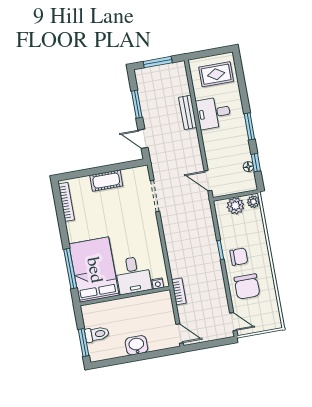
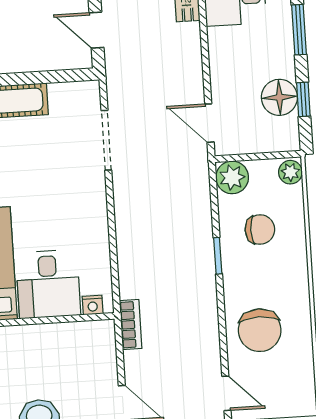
floor lamp: (248, 167) -> (279, 97), width x1.89, depth x1.89
plant: (235, 206) -> (232, 177), moved
chair: (239, 257) -> (260, 230), moved

